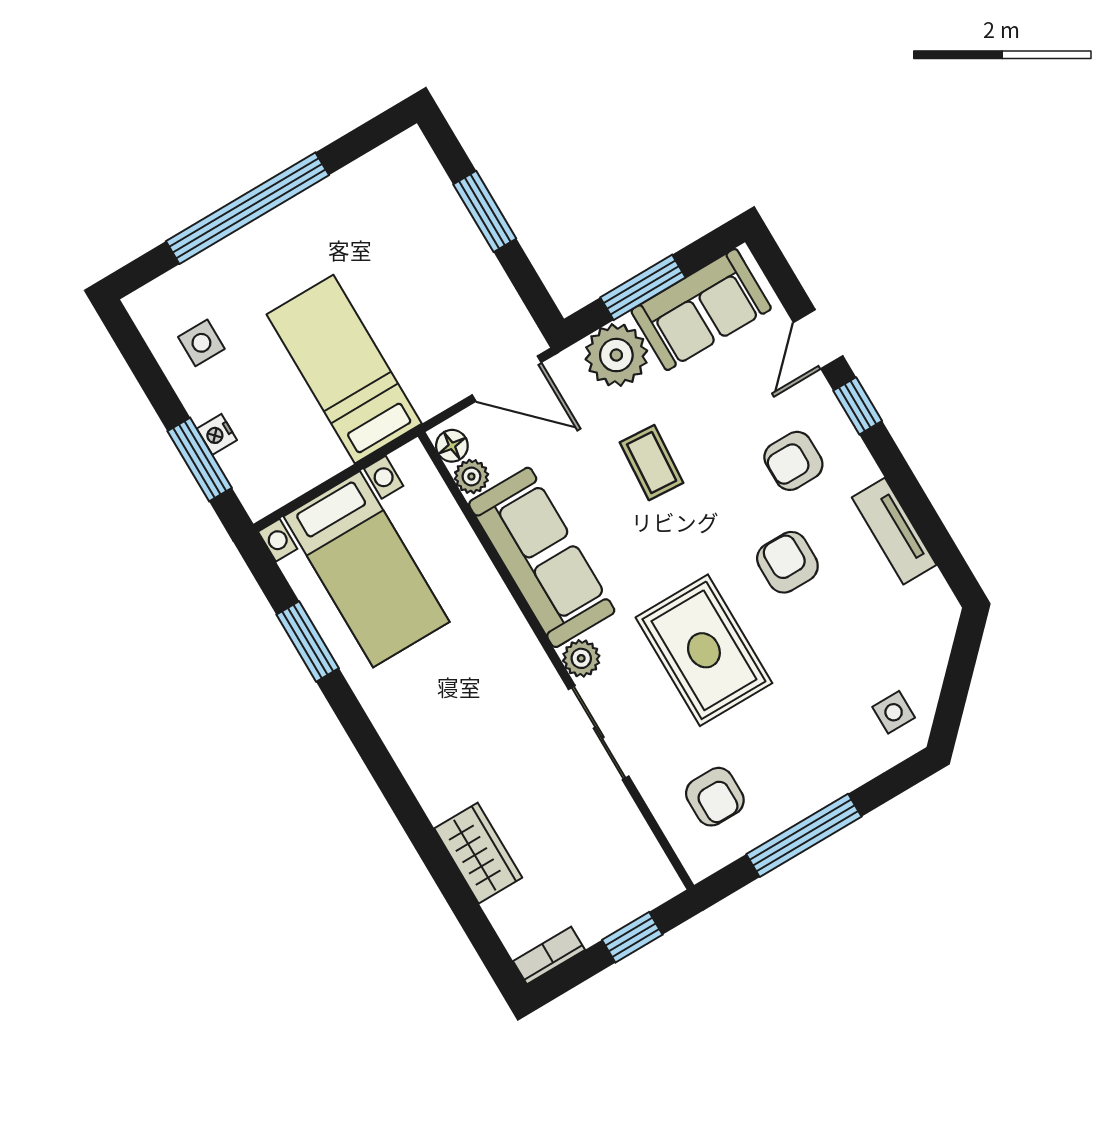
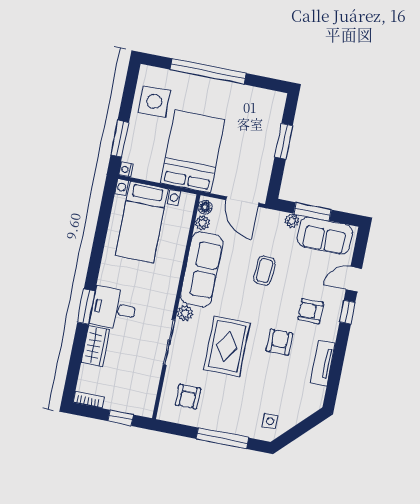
side table: (201, 343) -> (154, 101), width x1.87, depth x1.87
plant: (616, 355) -> (292, 221), width x0.53, depth x0.53
bed: (344, 369) -> (193, 151), width x1.50
nightstand: (217, 434) -> (126, 170), moved
window: (308, 641) -> (86, 307), moved
desk: (451, 761) -> (113, 309), added
window: (804, 835) -> (222, 438), moved

